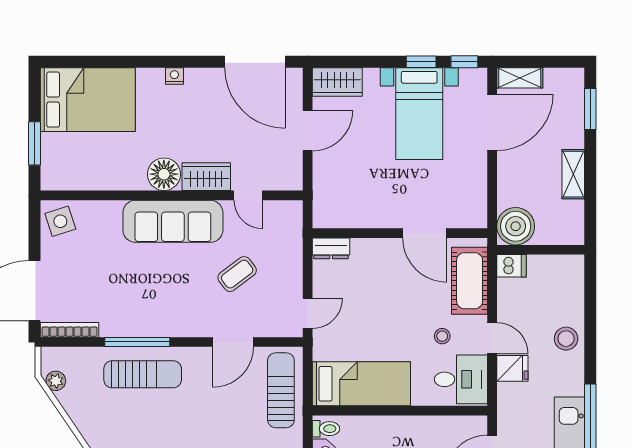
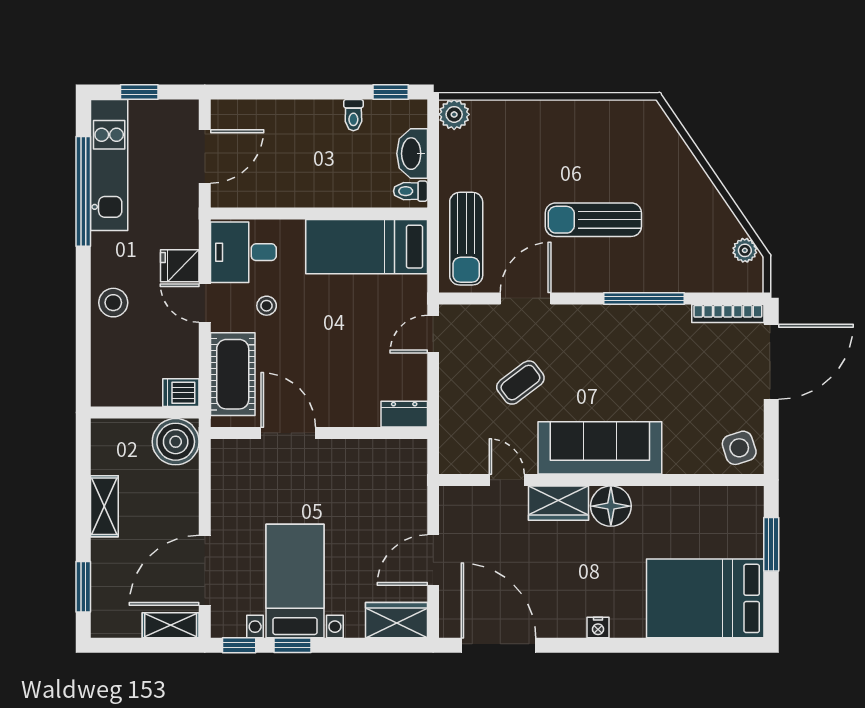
sun lounger: (143, 374) -> (593, 220), moved

